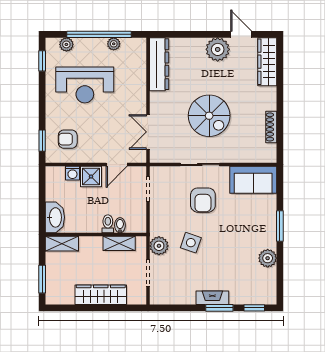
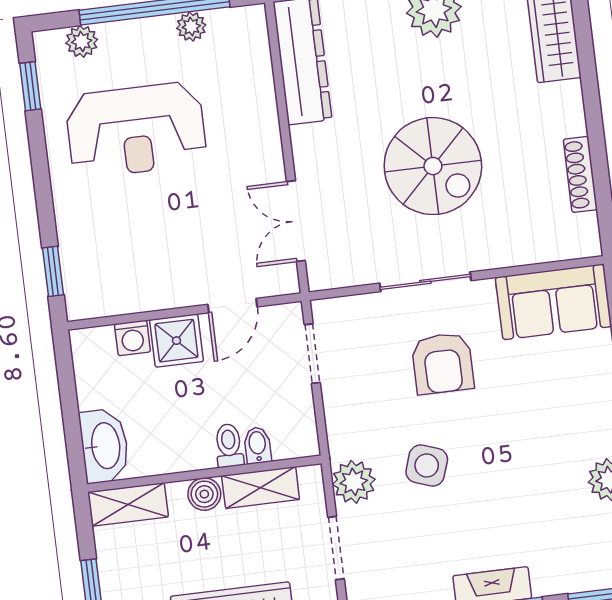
armchair: (68, 139) -> (112, 261), removed
boiler: (95, 243) -> (204, 494), added

